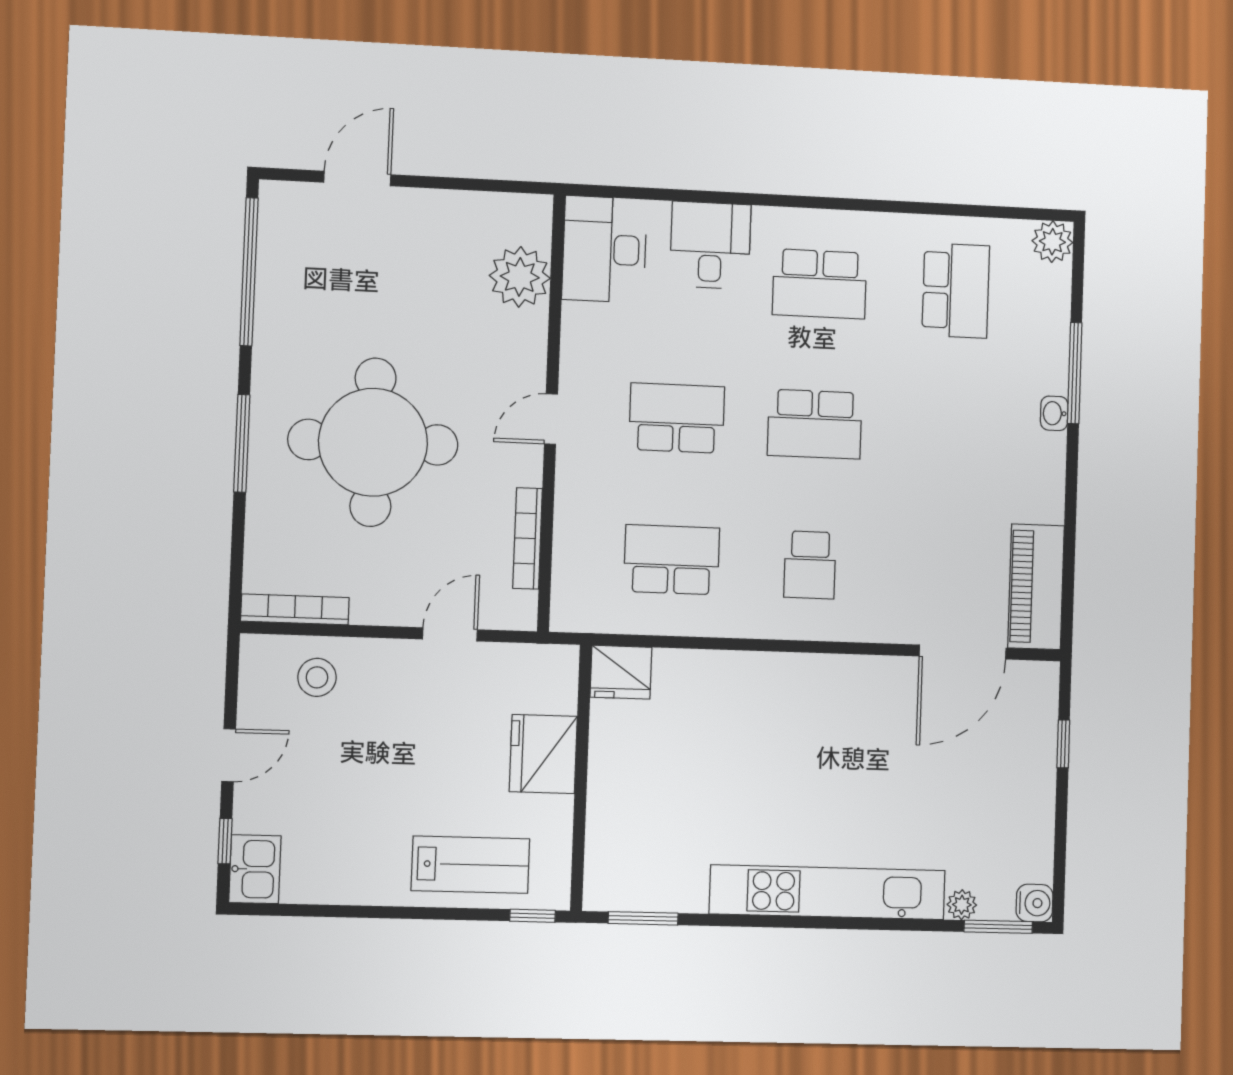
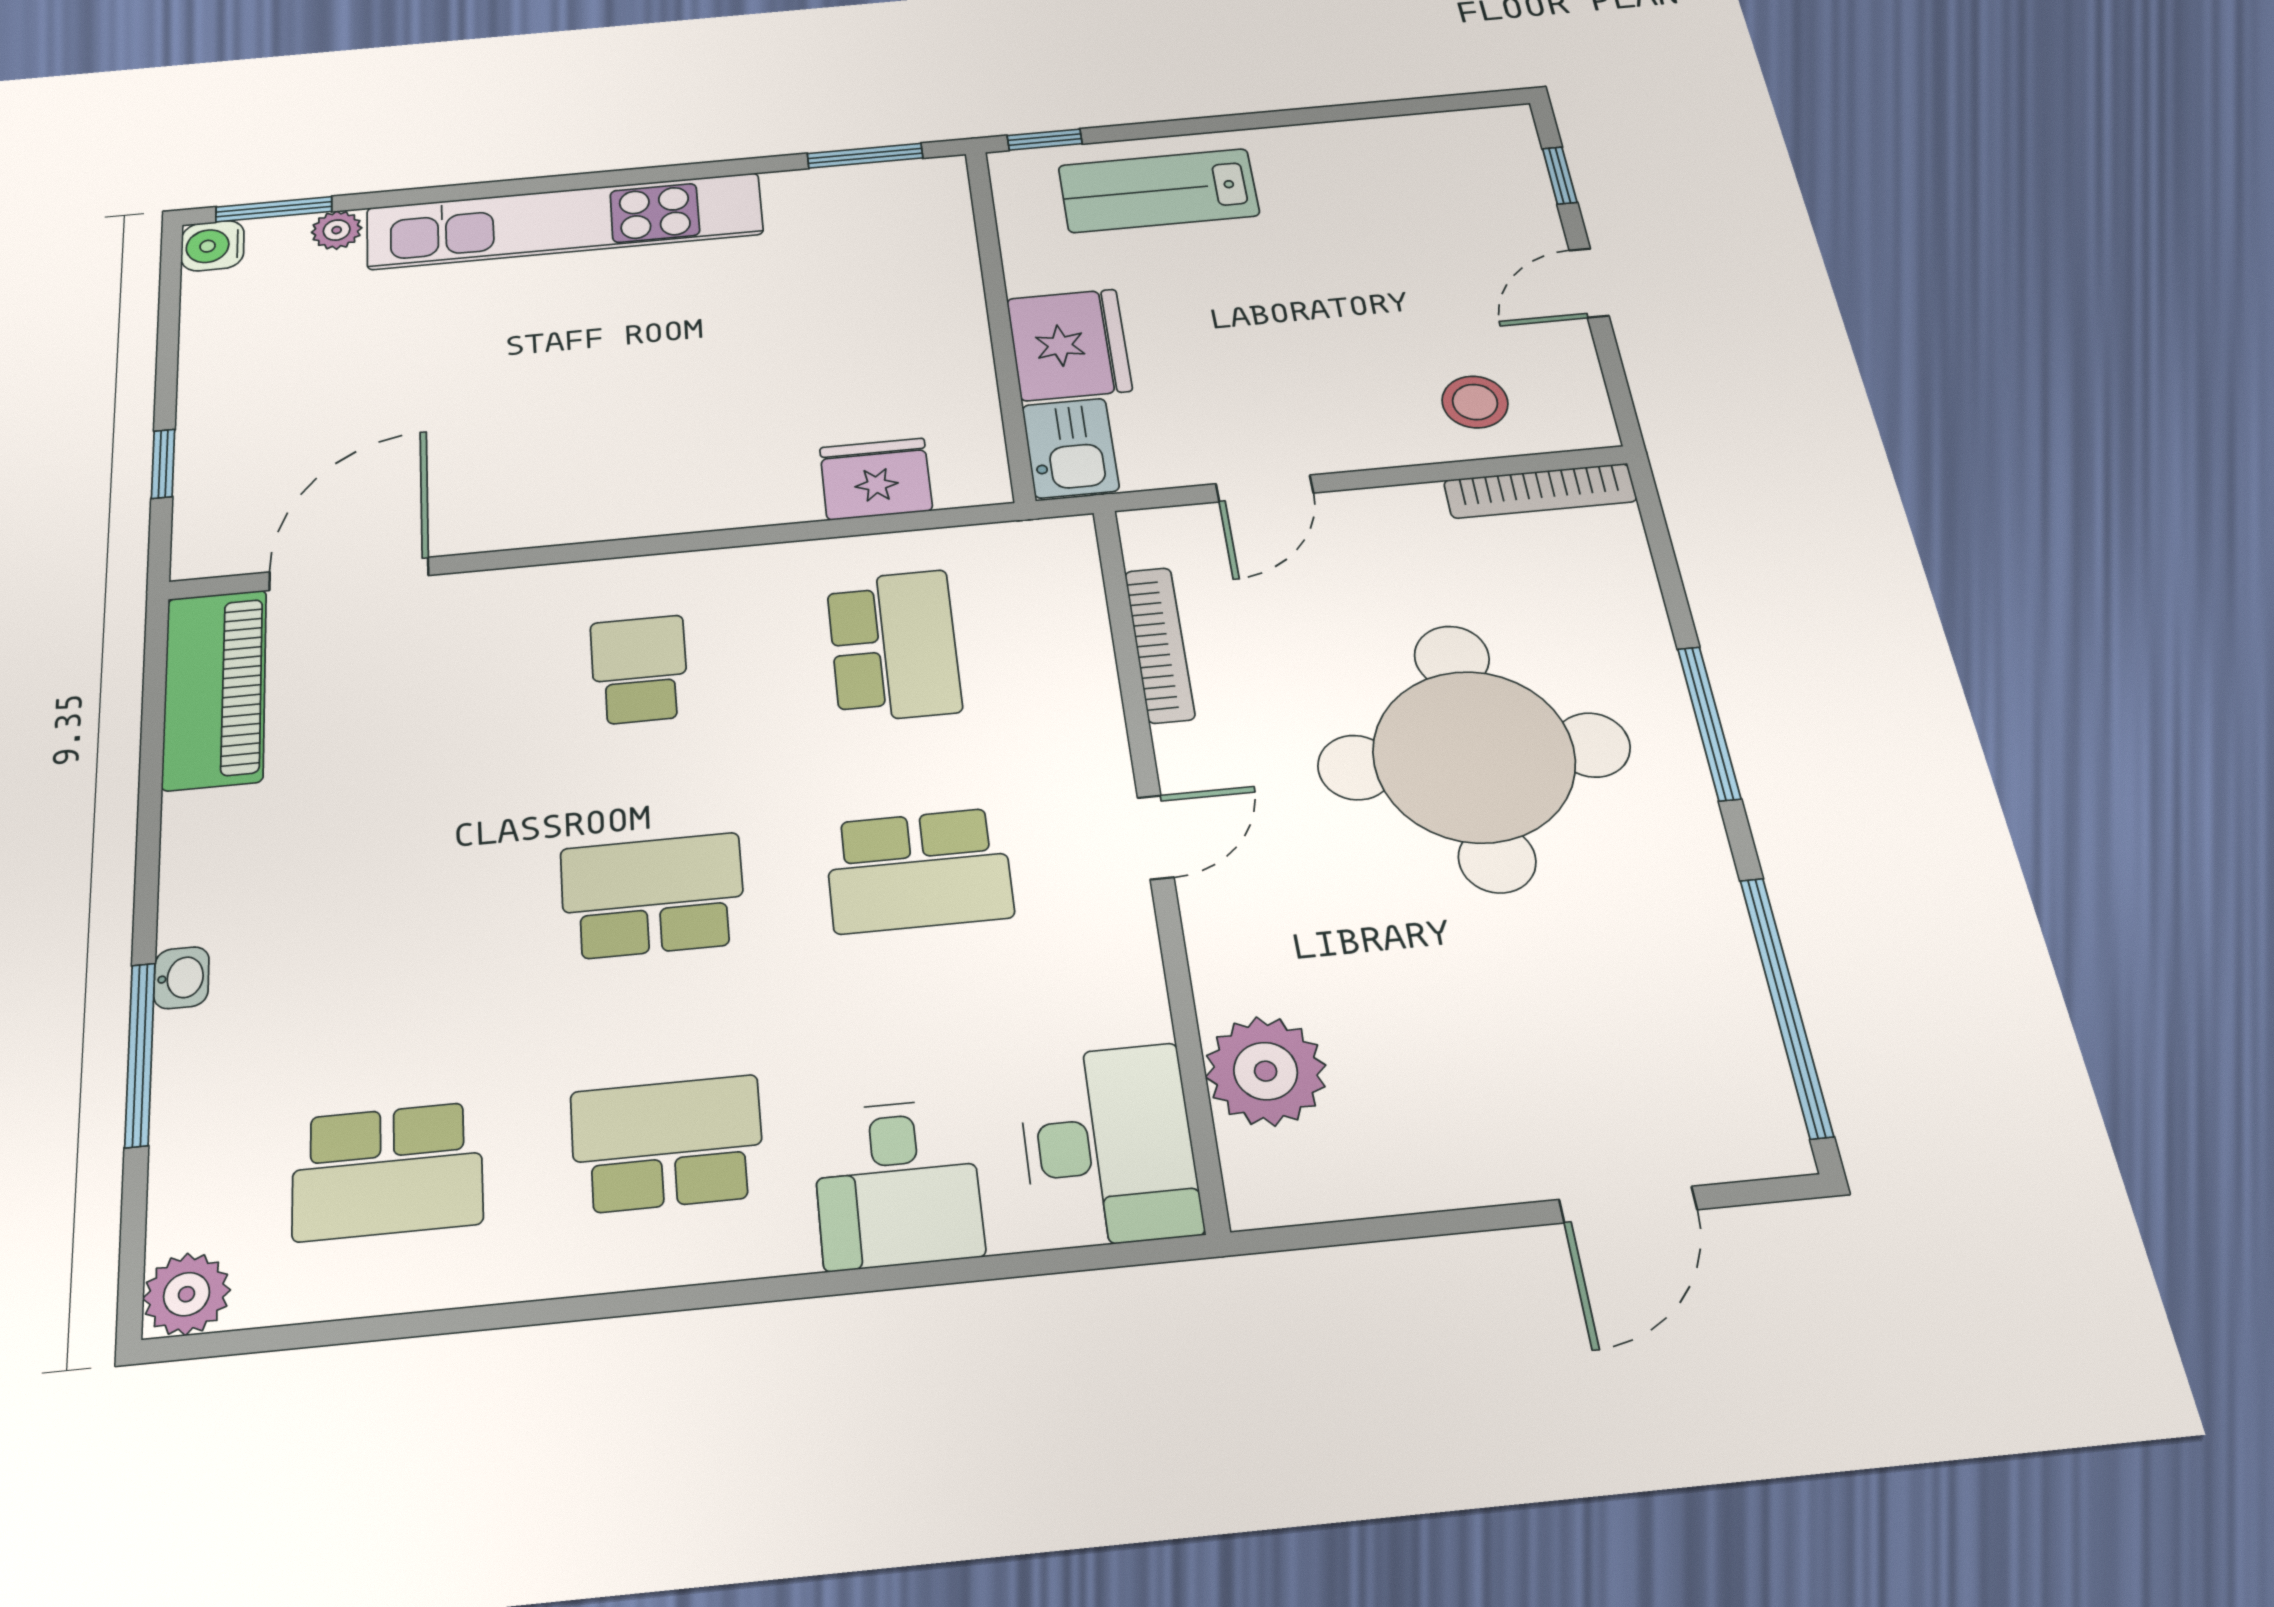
school desk: (956, 291) -> (387, 1171), turned -90
school desk: (672, 560) -> (894, 646), turned -90
fridge: (621, 672) -> (876, 479), moved
kitchen sink: (255, 869) -> (1070, 448), moved, turned 180

